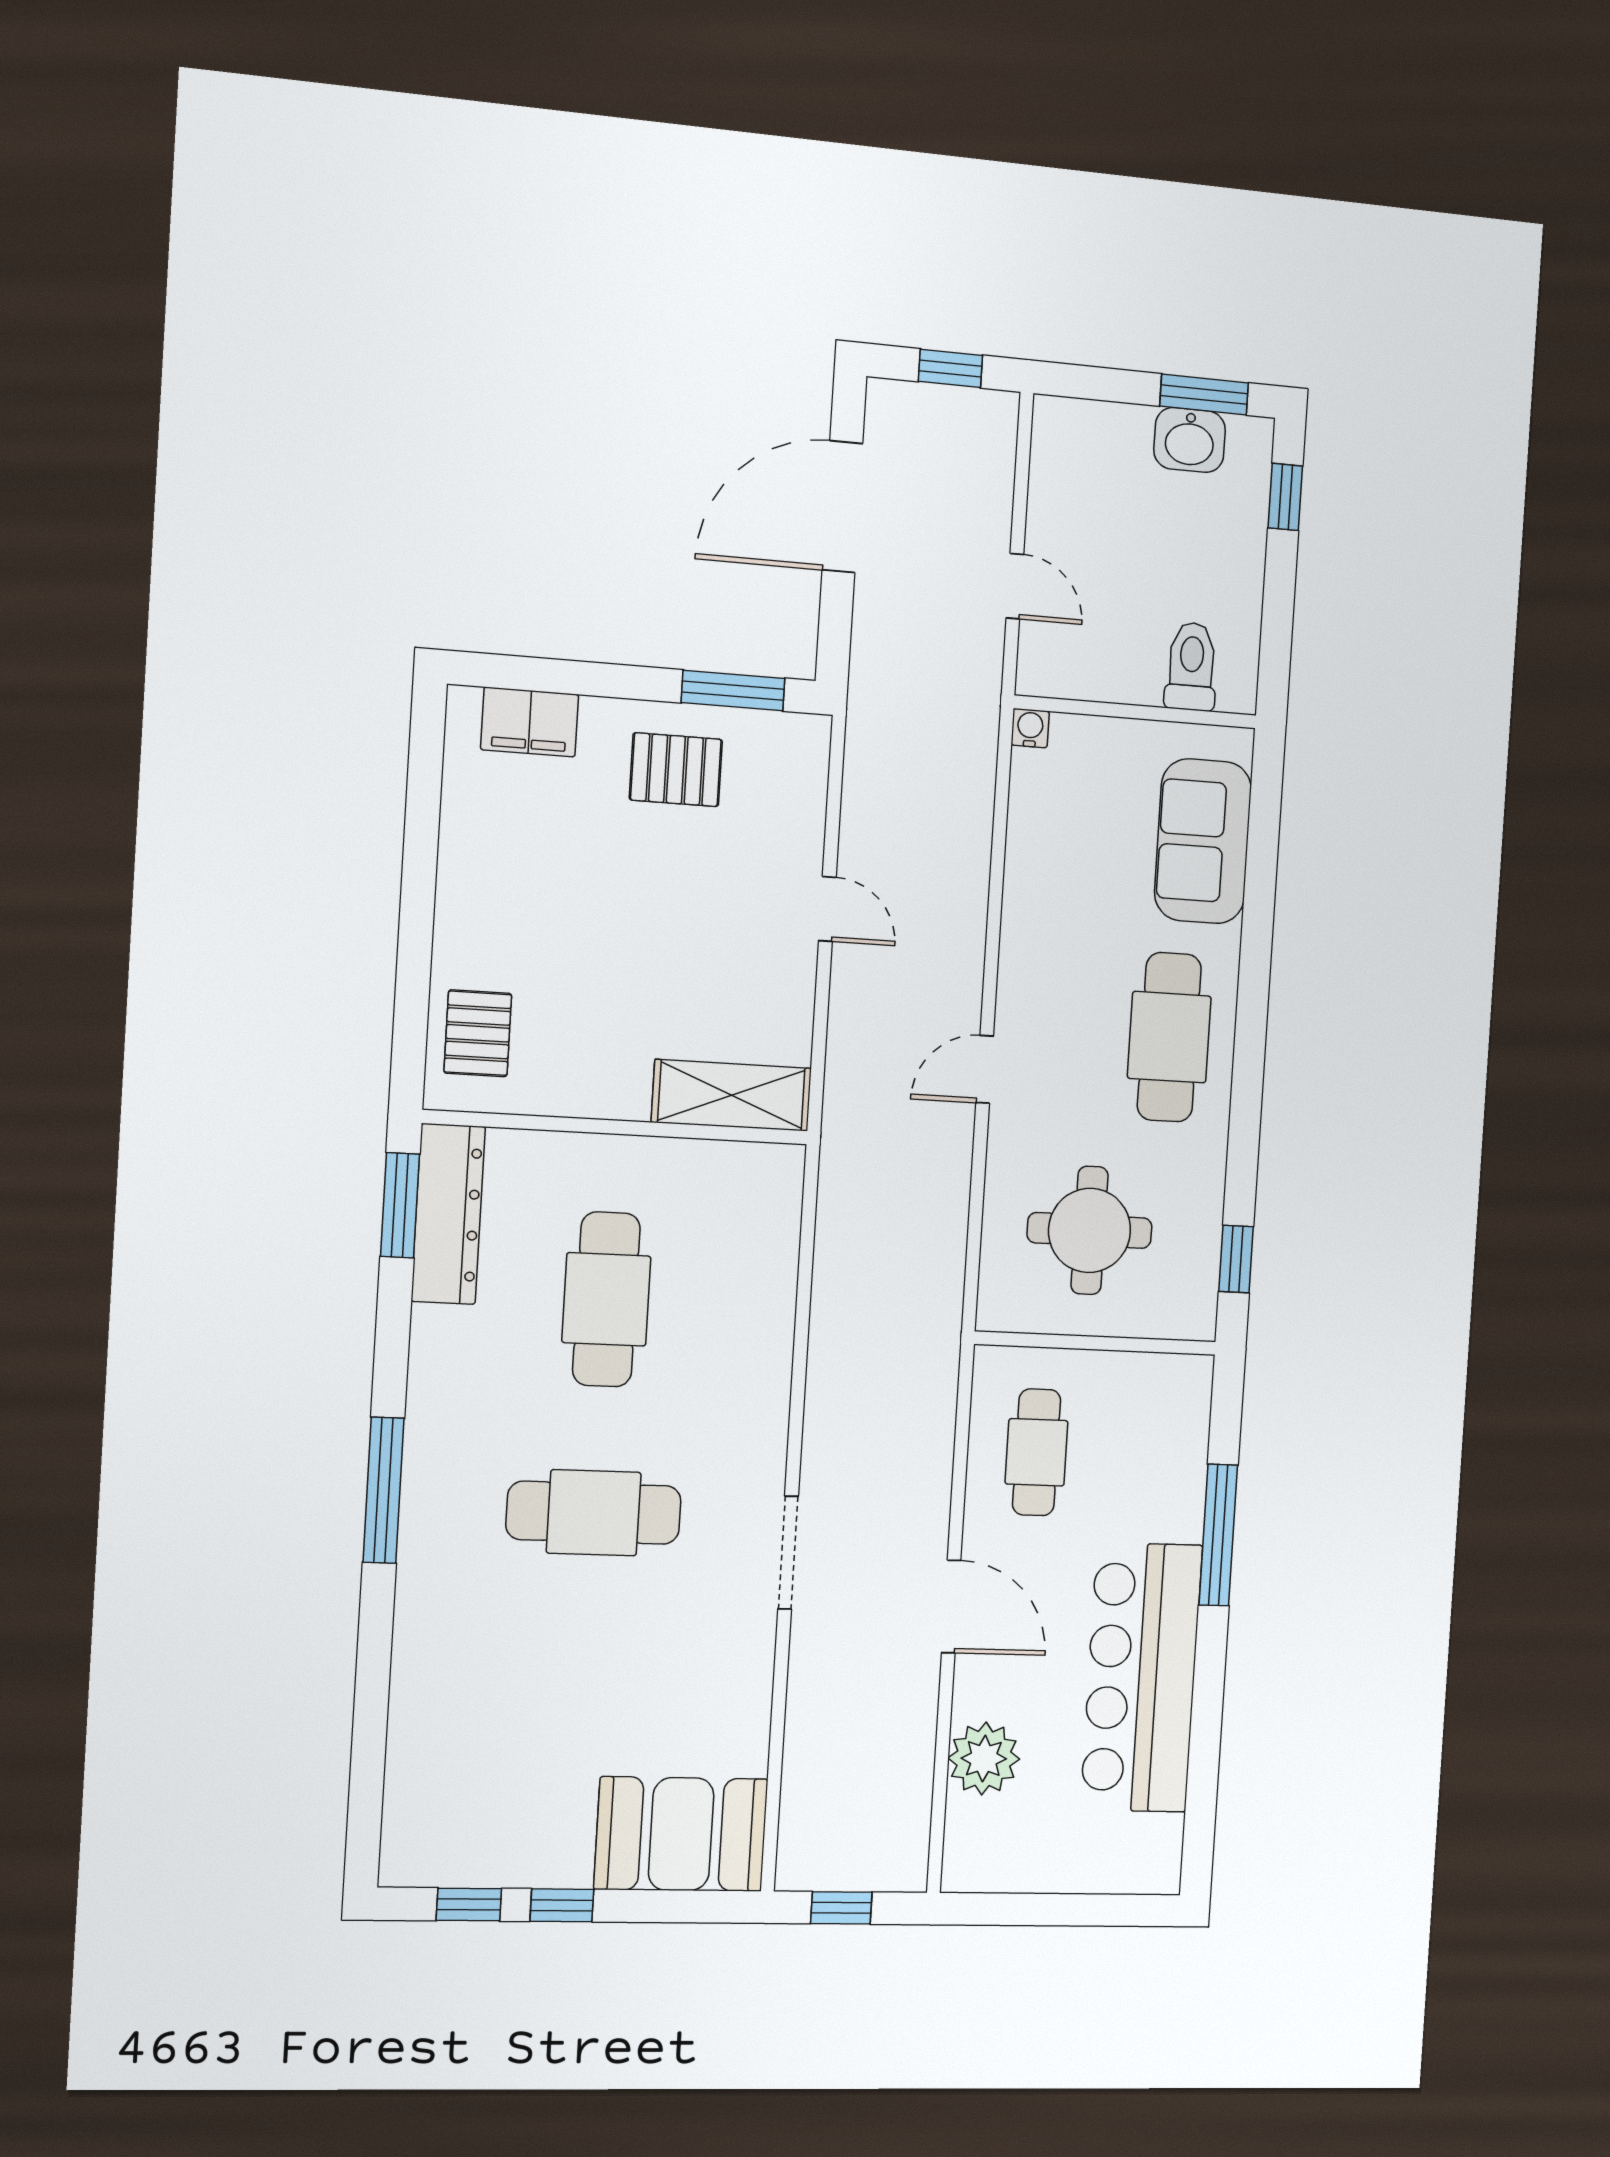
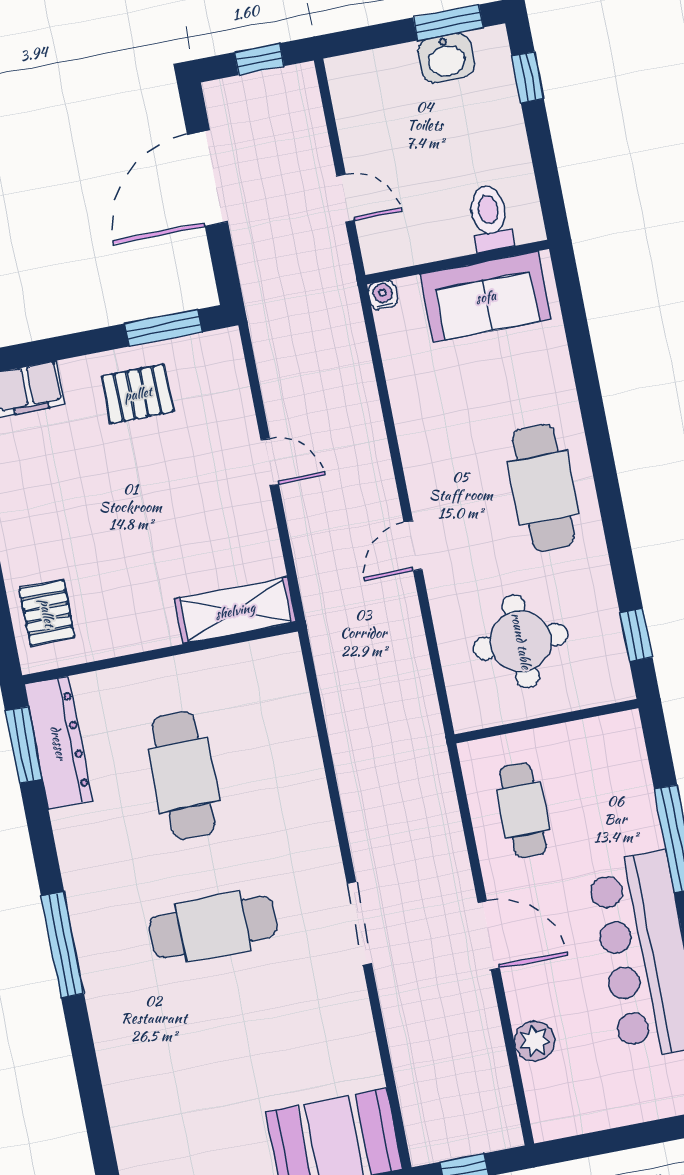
sofa: (1203, 841) -> (486, 297), moved, turned -90
plant: (984, 1759) -> (534, 1041), width x0.73, depth x0.73

